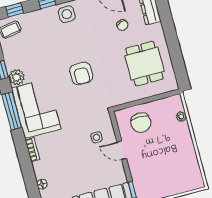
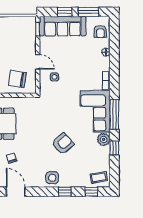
armchair: (81, 73) -> (63, 144), moved, turned 48
chair: (141, 123) -> (17, 79), turned -81

